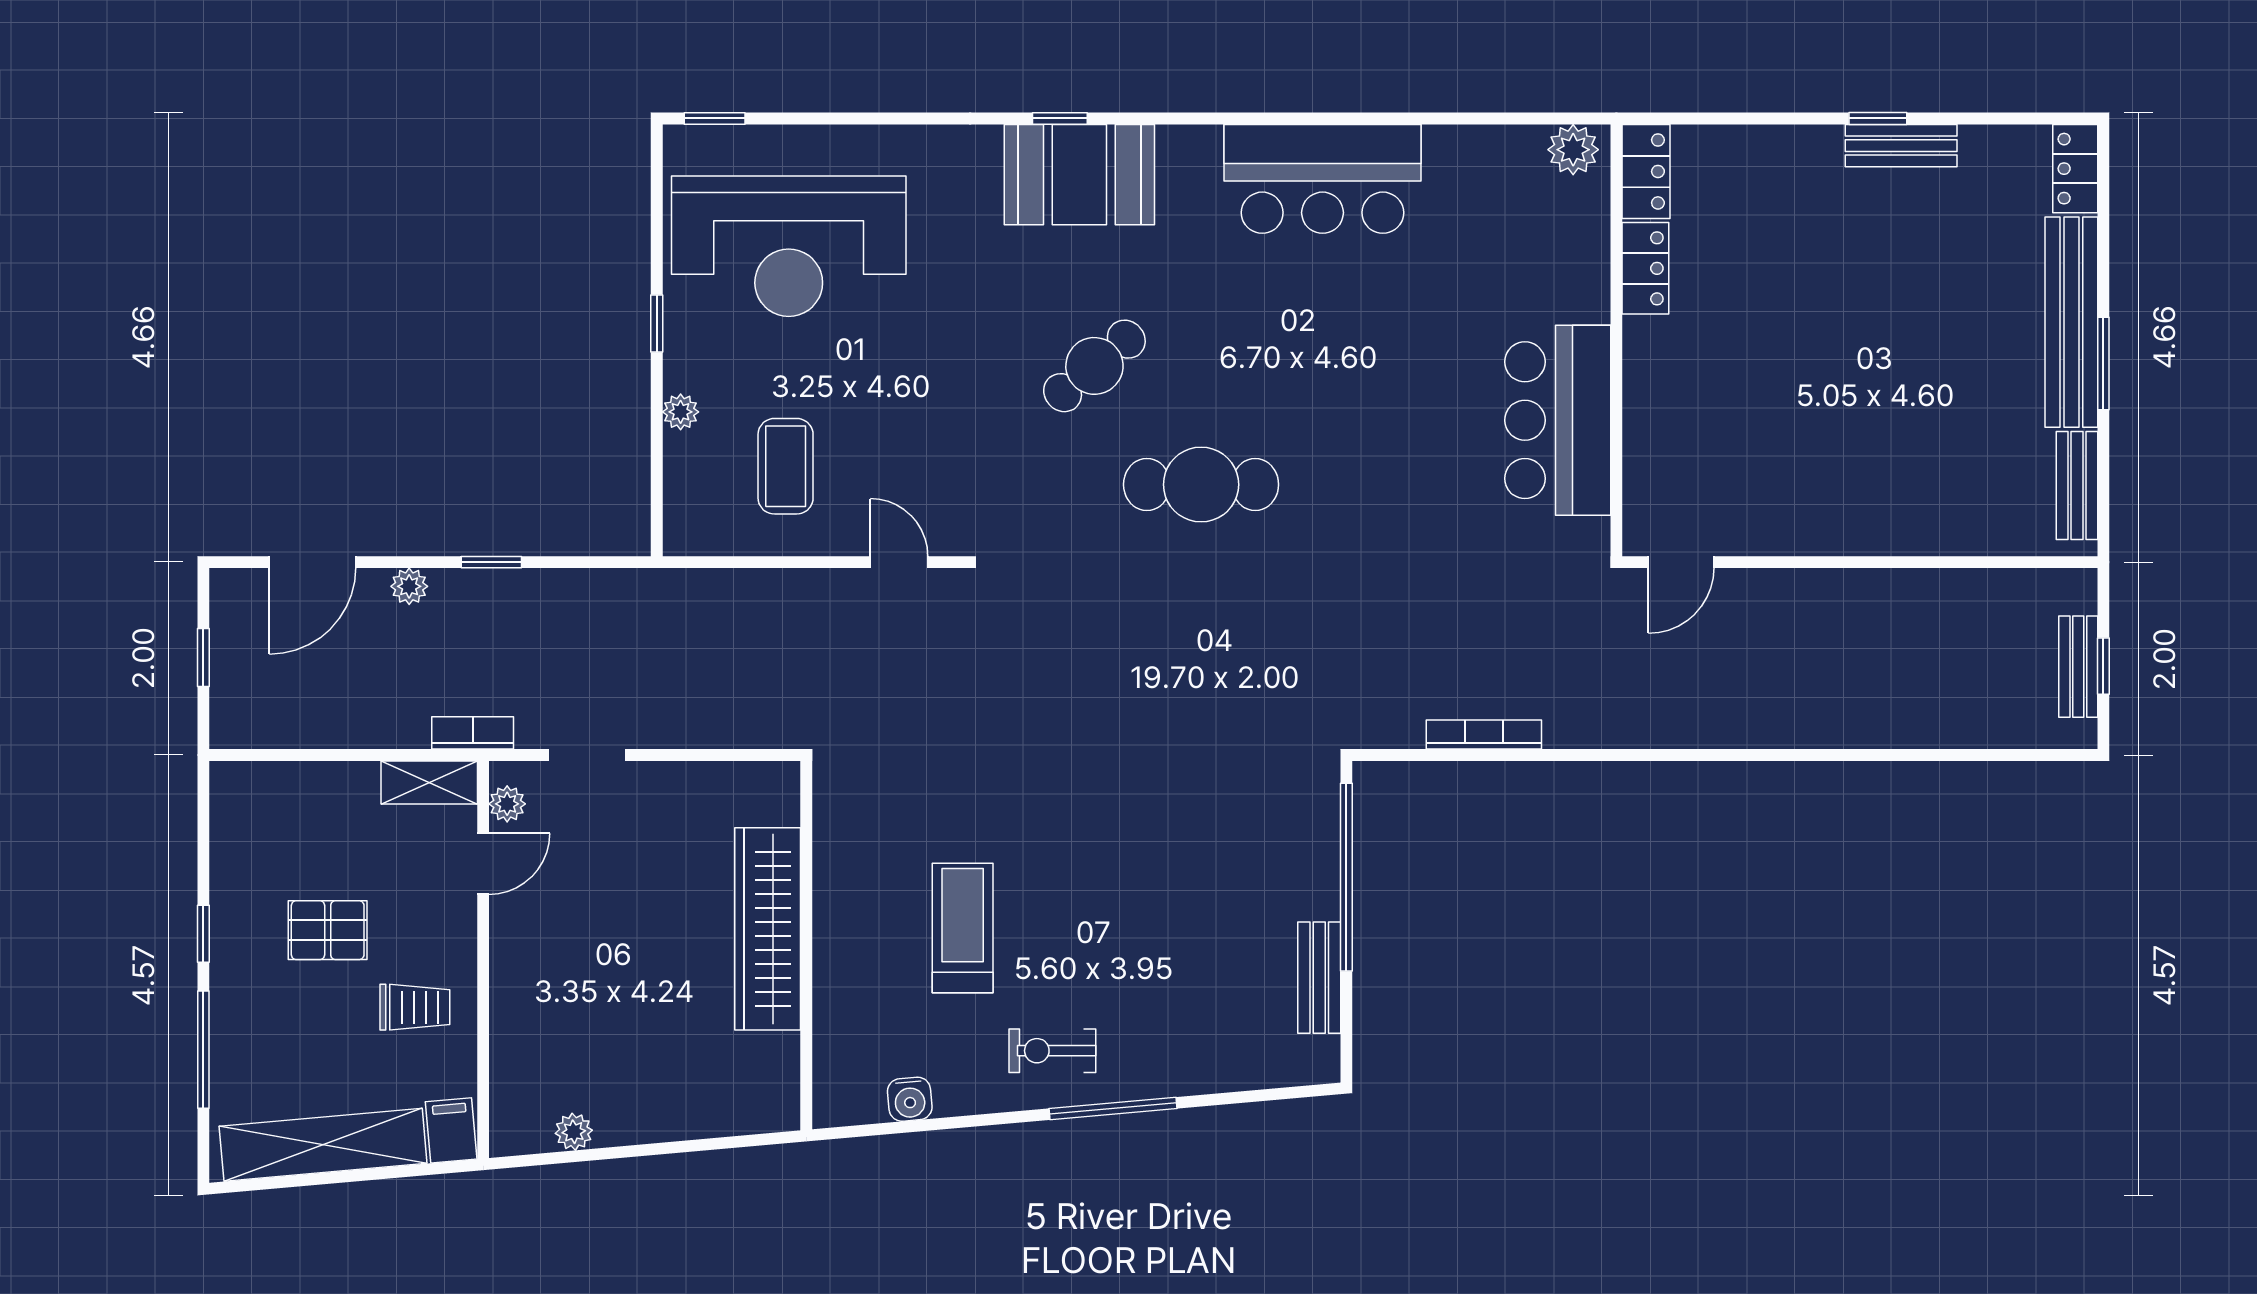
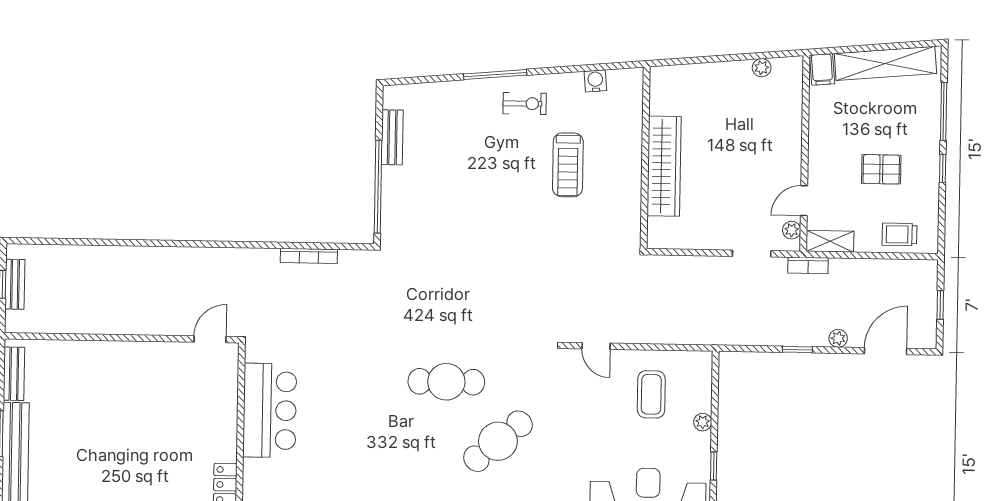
cafe table: (1094, 366) -> (498, 441), width x1.37, depth x1.35
trolley: (415, 1007) -> (900, 234), moved

